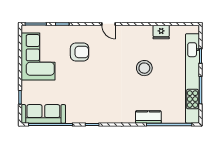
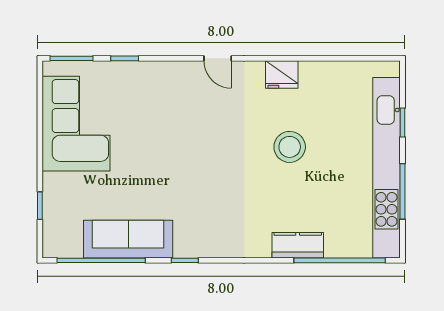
fridge: (161, 32) -> (282, 75), moved
armchair: (80, 52) -> (160, 115), removed
sofa: (43, 114) -> (128, 239), moved

